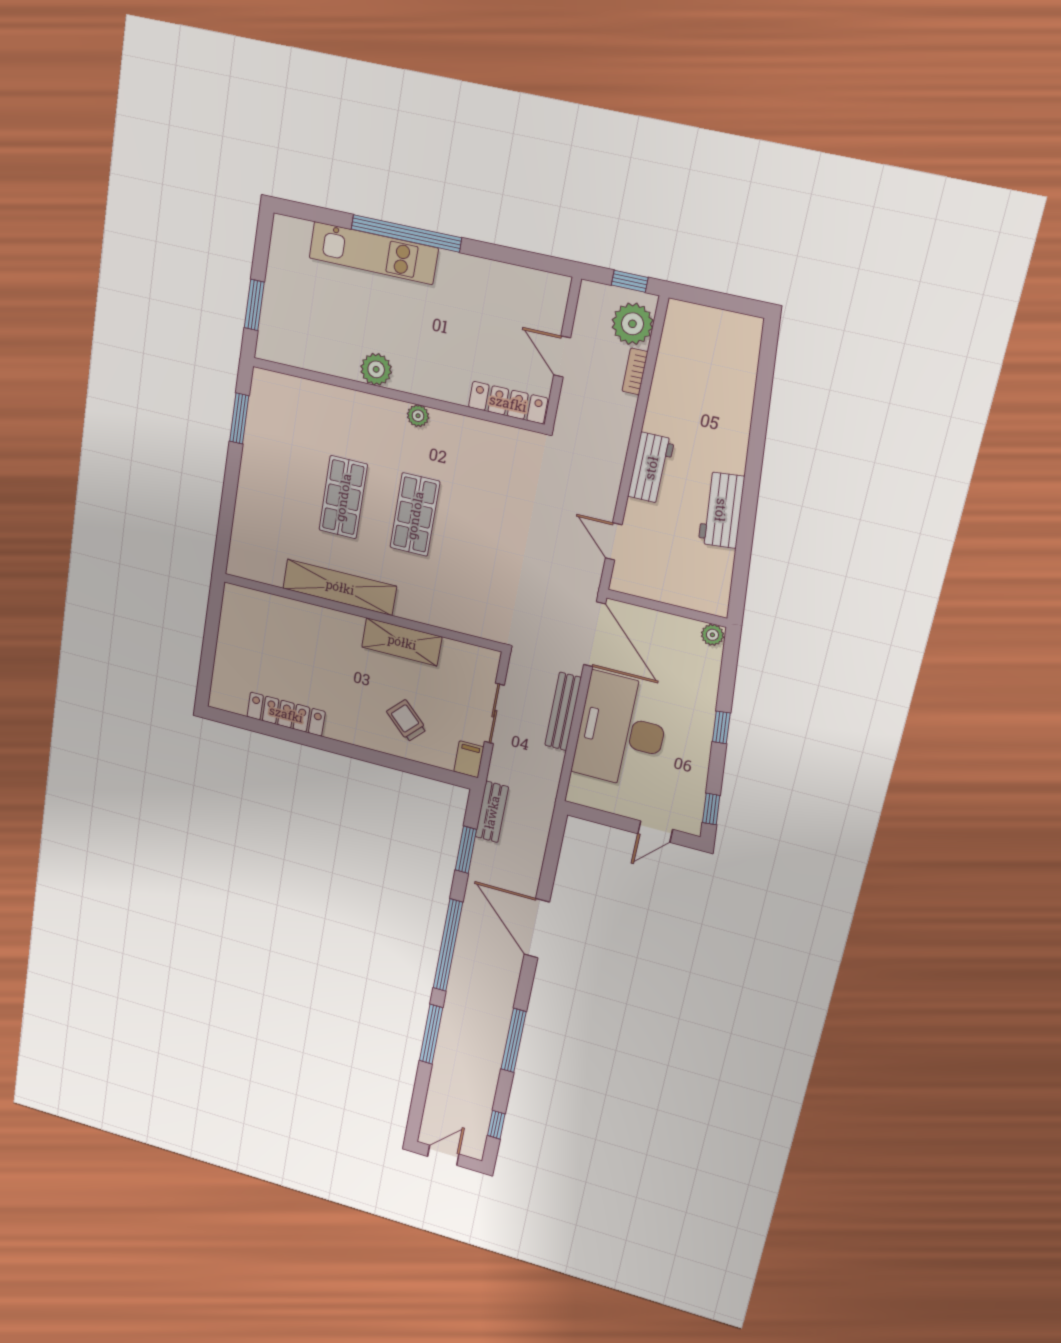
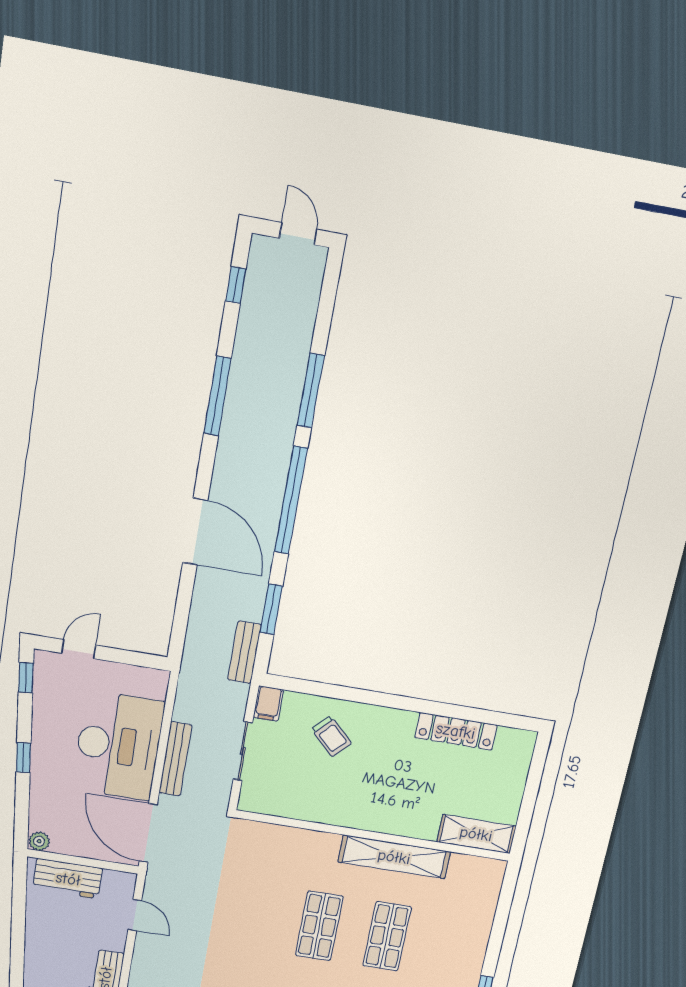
workbench: (721, 510) -> (68, 879), moved, turned 96
shelving: (402, 642) -> (476, 834), moved
door: (443, 1155) -> (298, 234), swing flipped

